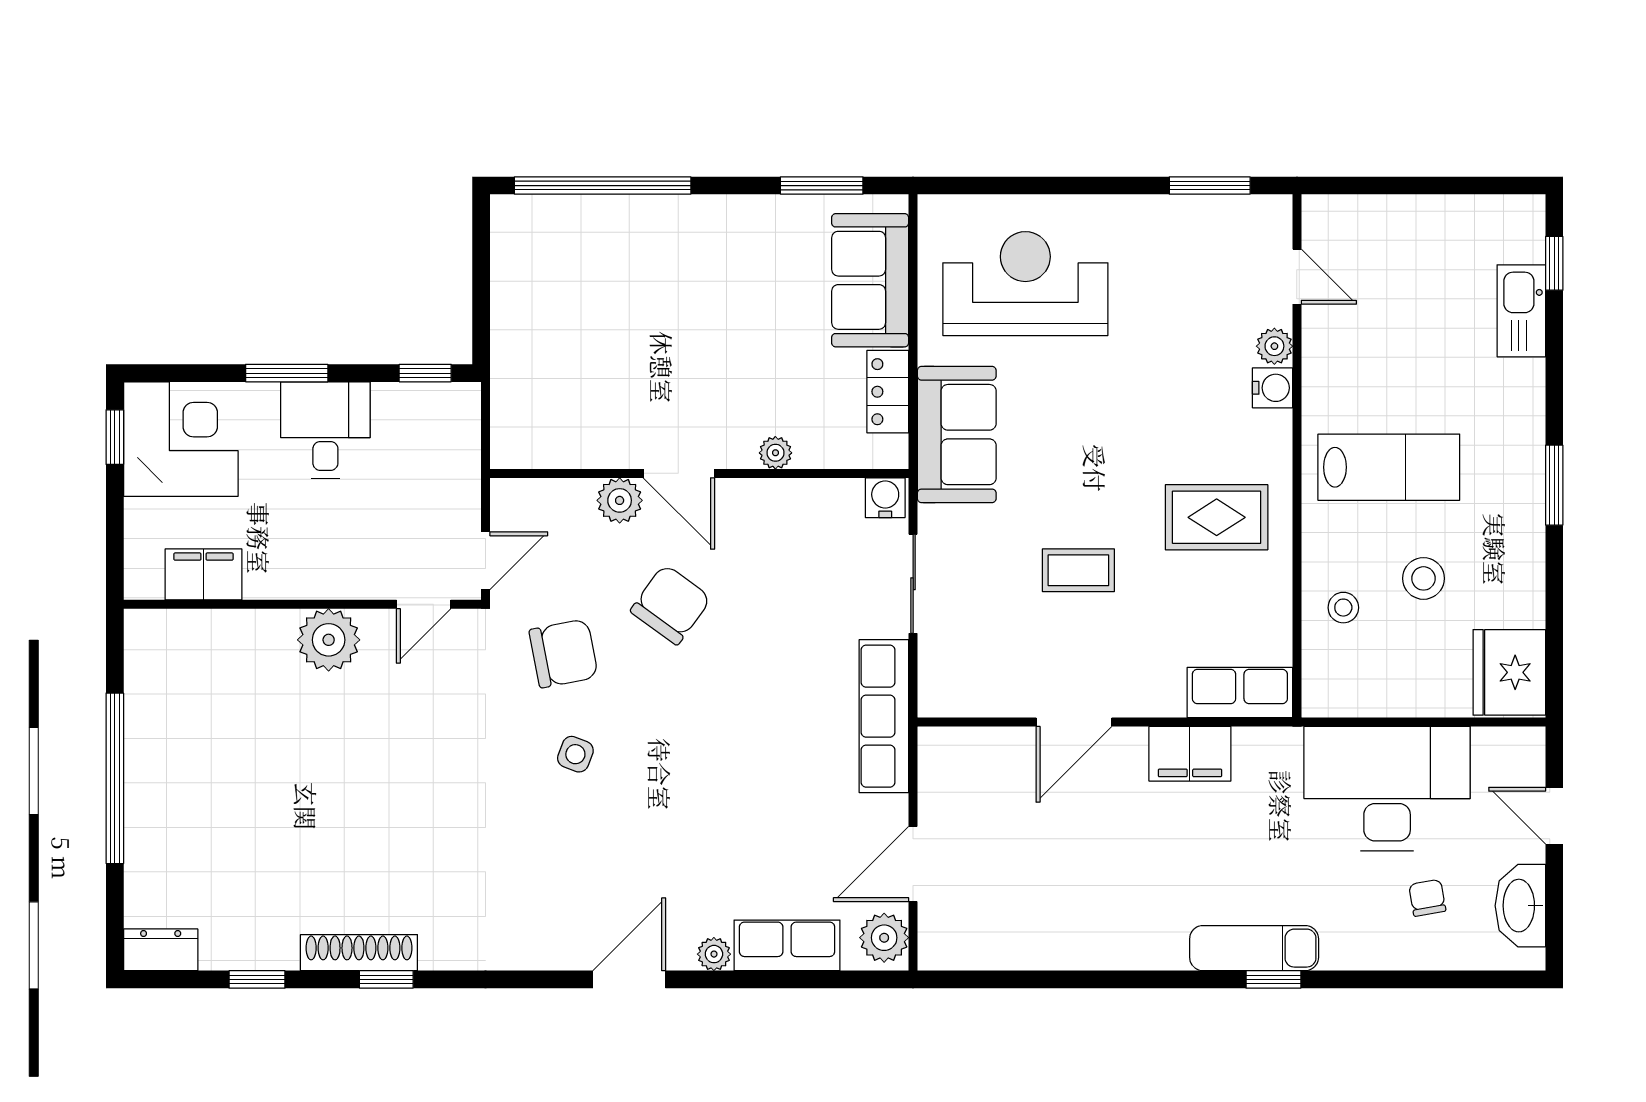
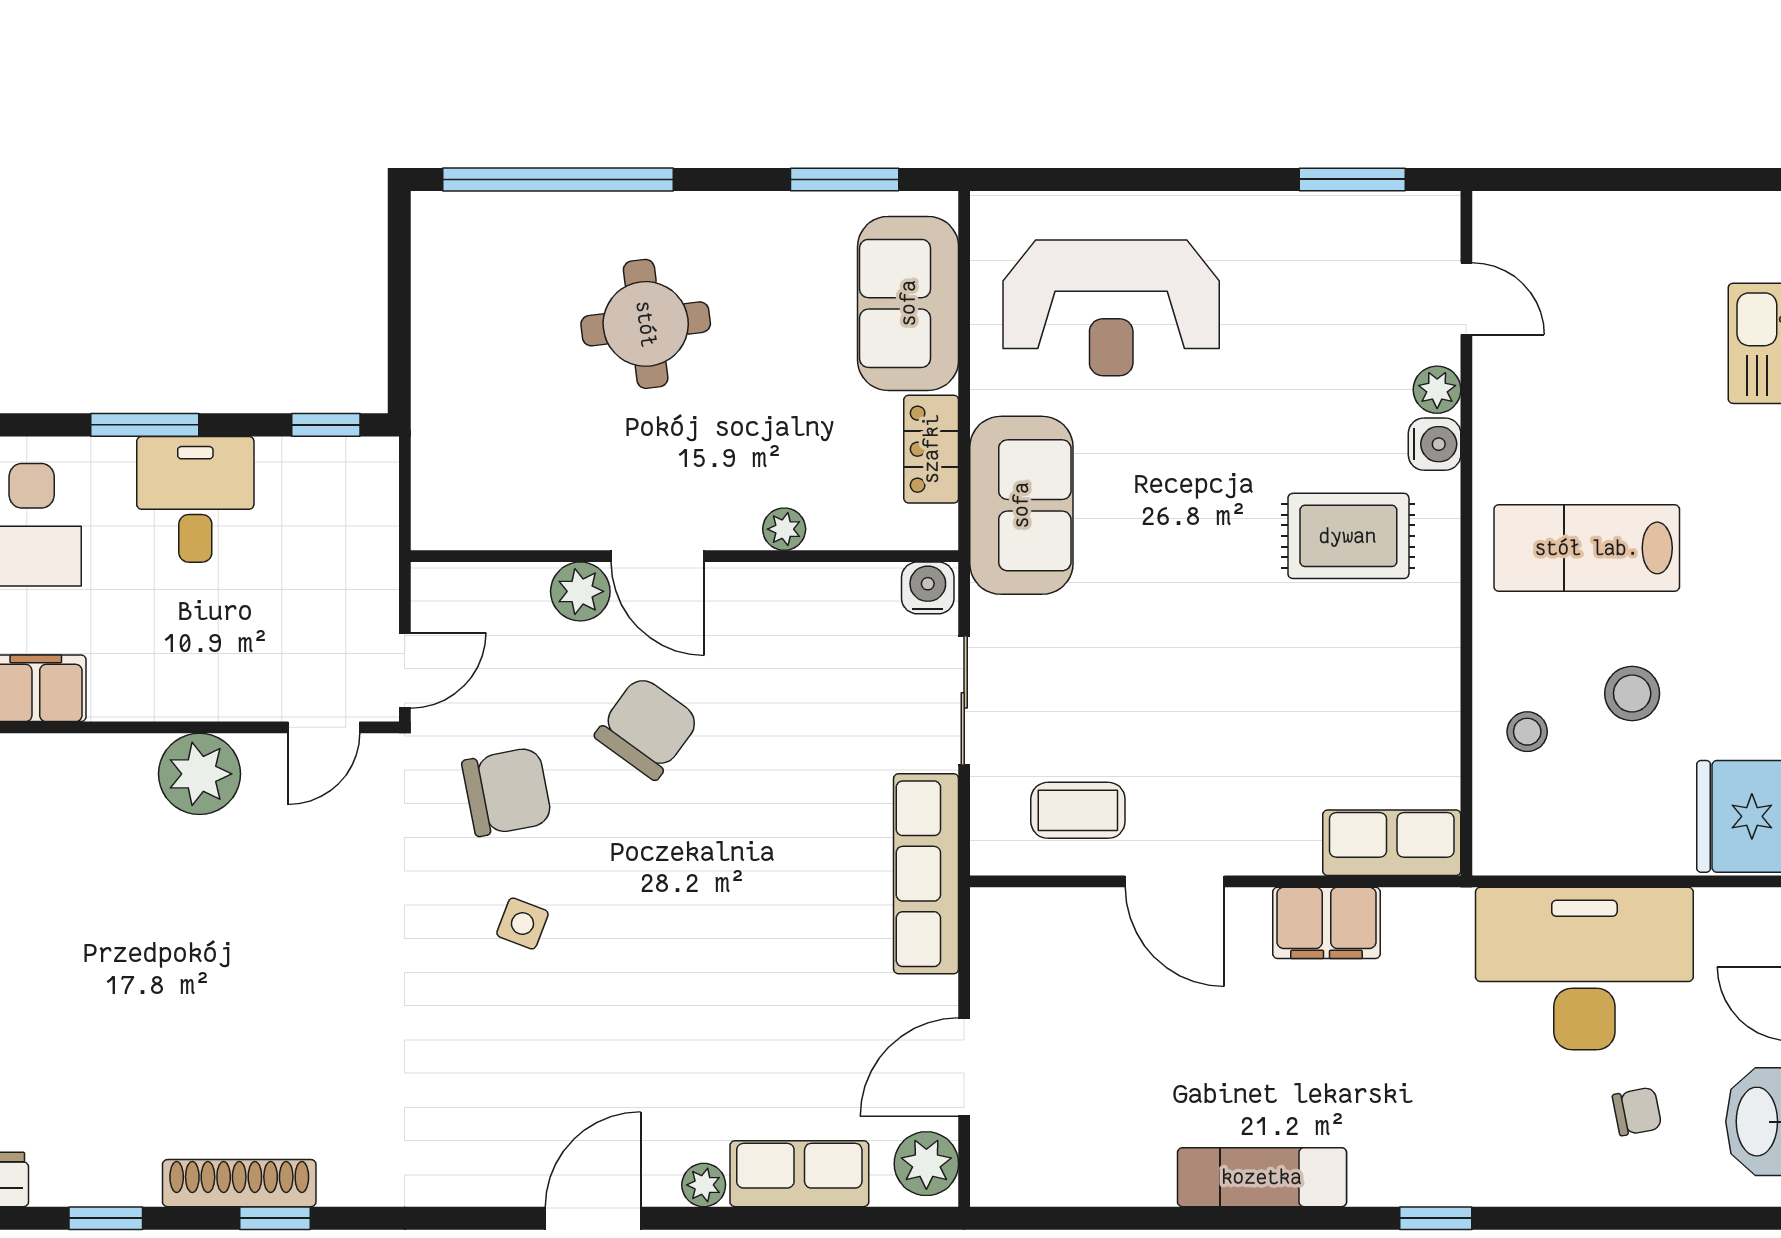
reception desk: (1025, 284) -> (1111, 308), turned 180
round table: (670, 296) -> (646, 324), added
lab bench: (1389, 467) -> (1587, 548), turned 180
rug: (1217, 517) -> (1348, 536), moved
coffee table: (1078, 570) -> (1078, 810), moved
door: (1074, 722) -> (1175, 881), hinge flipped
chair: (1427, 898) -> (1637, 1111), turned 89
exam couch: (1254, 948) -> (1262, 1177), moved

